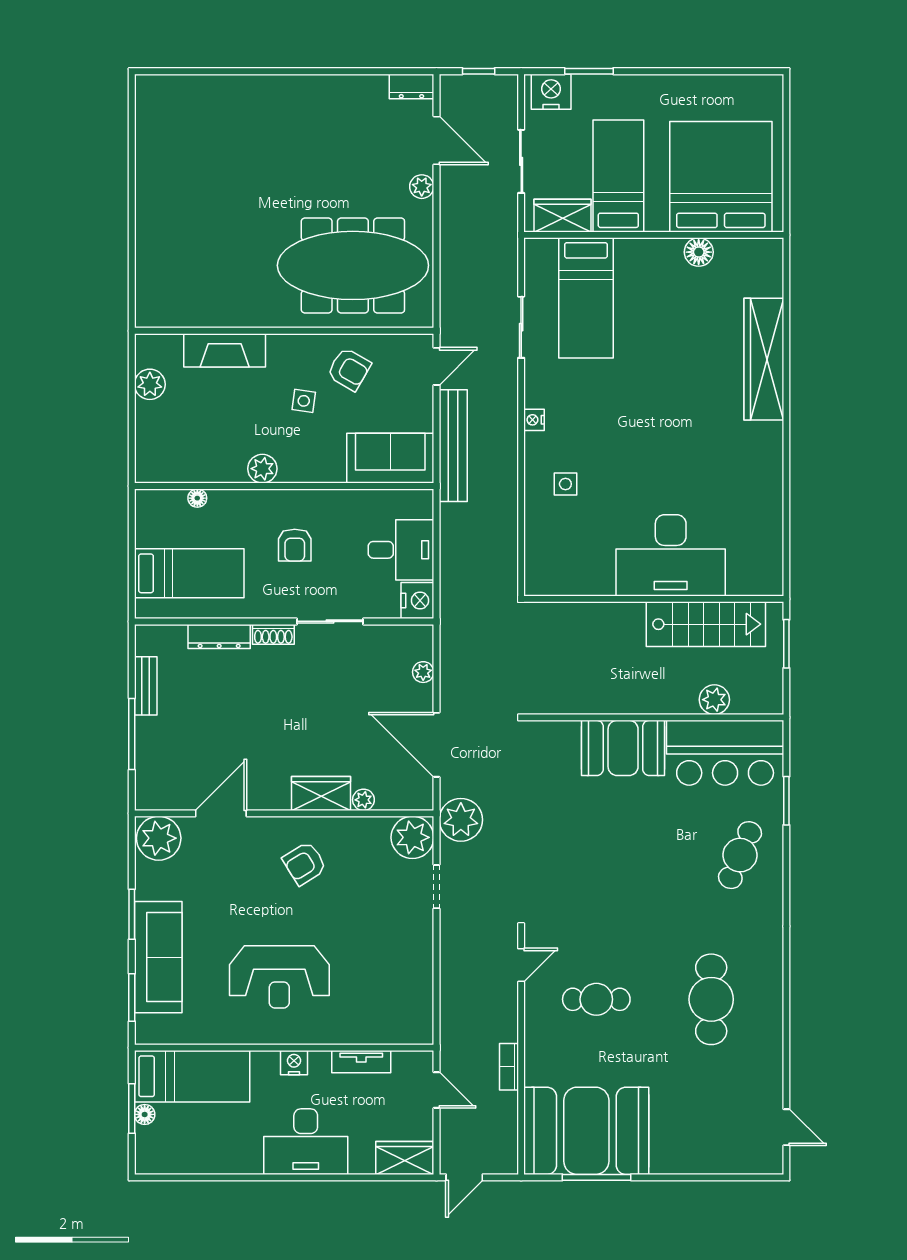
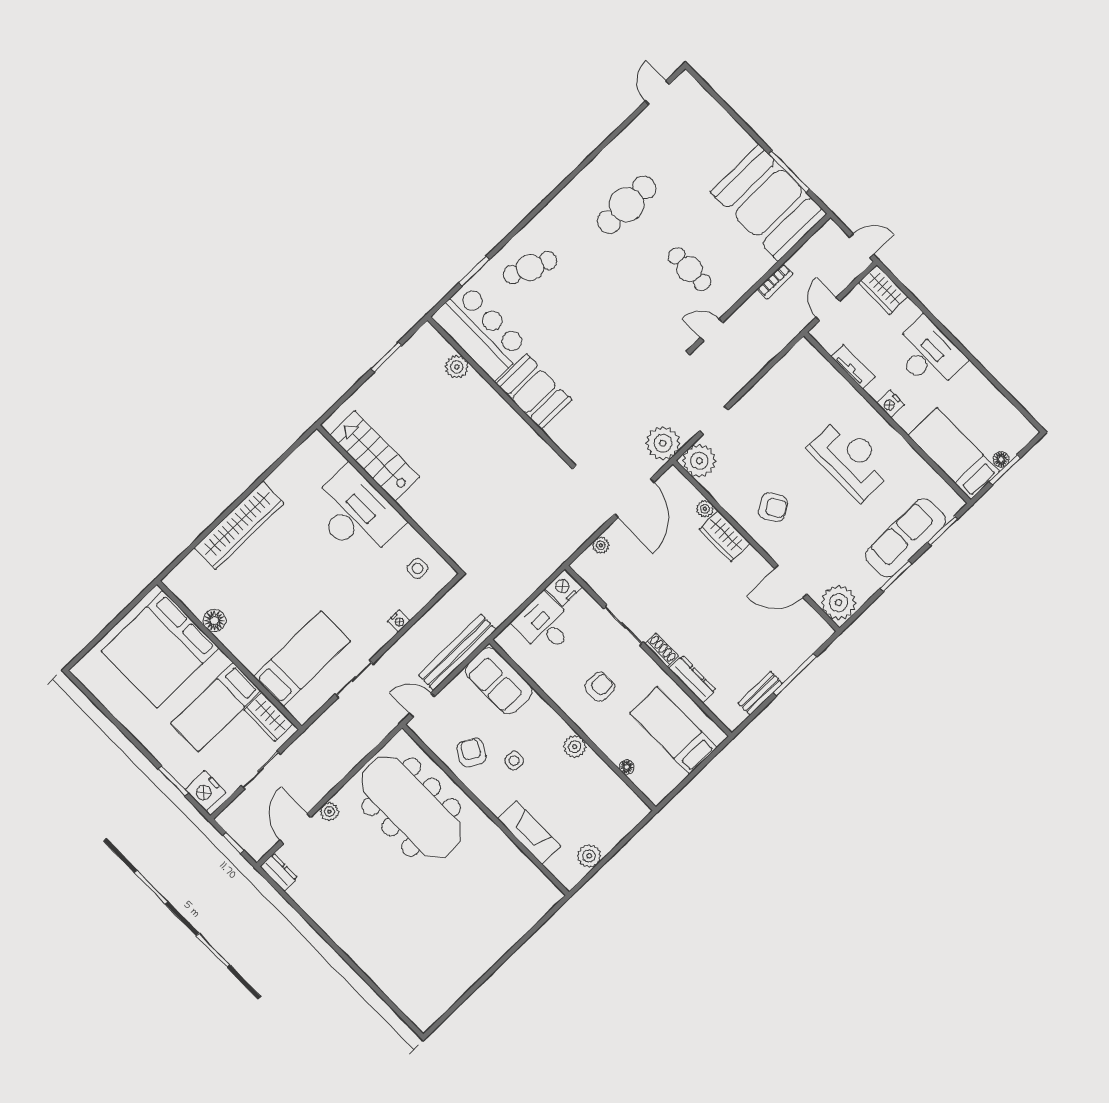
desk: (671, 555) -> (356, 514), moved
wall: (654, 599) -> (389, 499), moved
stairs: (706, 624) -> (375, 456), moved

